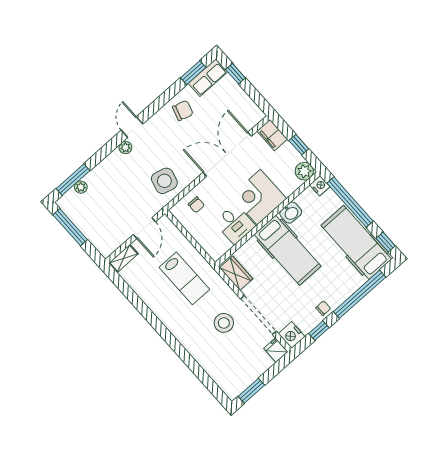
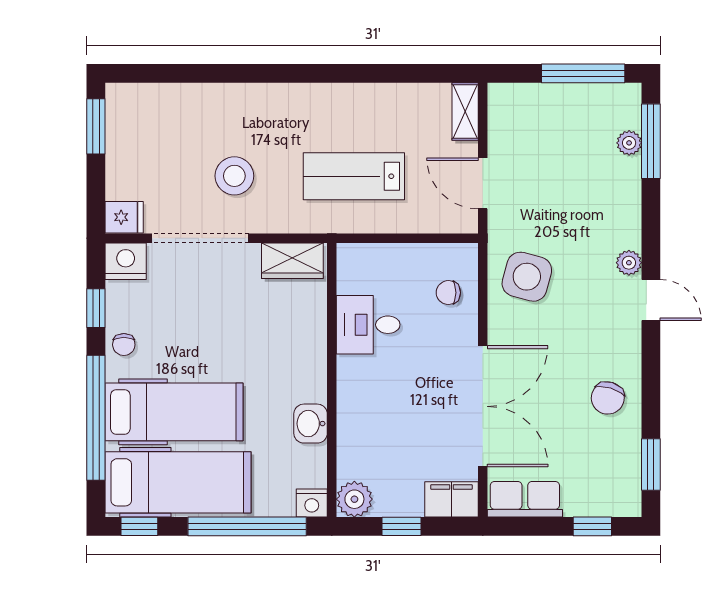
row of seats: (208, 78) -> (525, 499), moved, turned 90
corner desk: (259, 197) -> (376, 397), removed
hospital bed: (288, 250) -> (174, 412), moved, turned 180

